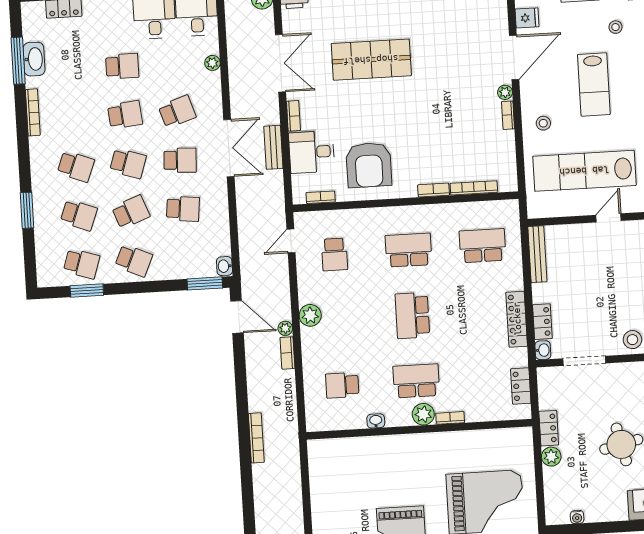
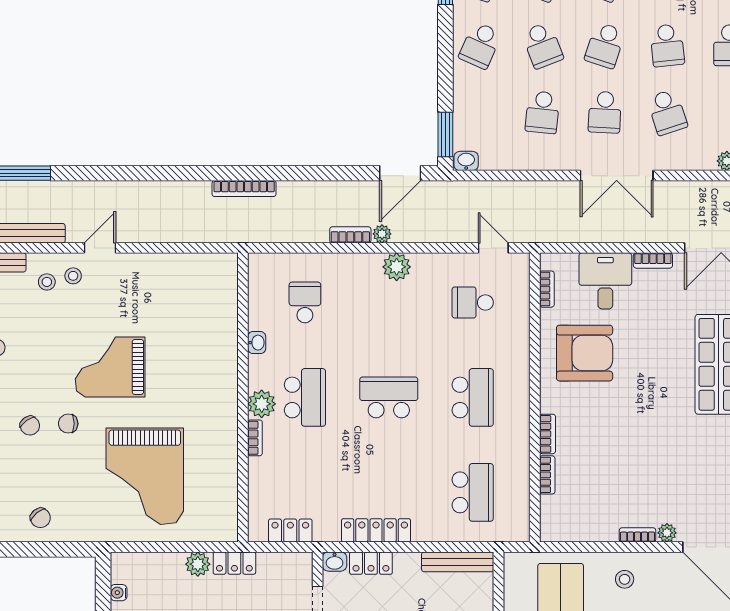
bench: (273, 147) -> (614, 232), removed
armchair: (369, 165) -> (585, 353), turned 180
bookcase: (474, 188) -> (547, 475), width x0.64

